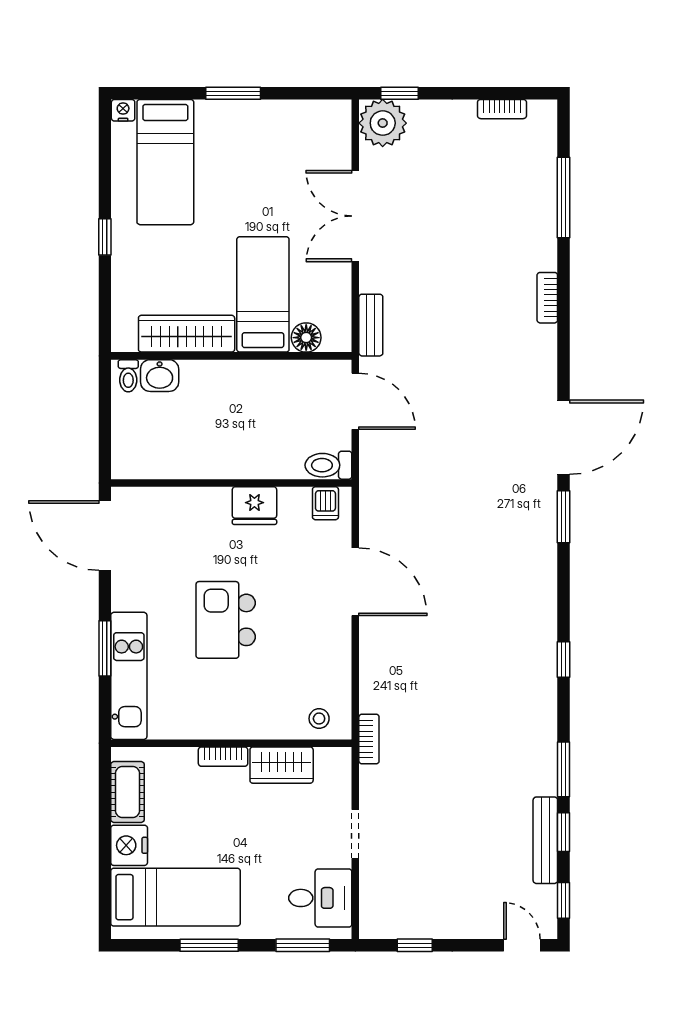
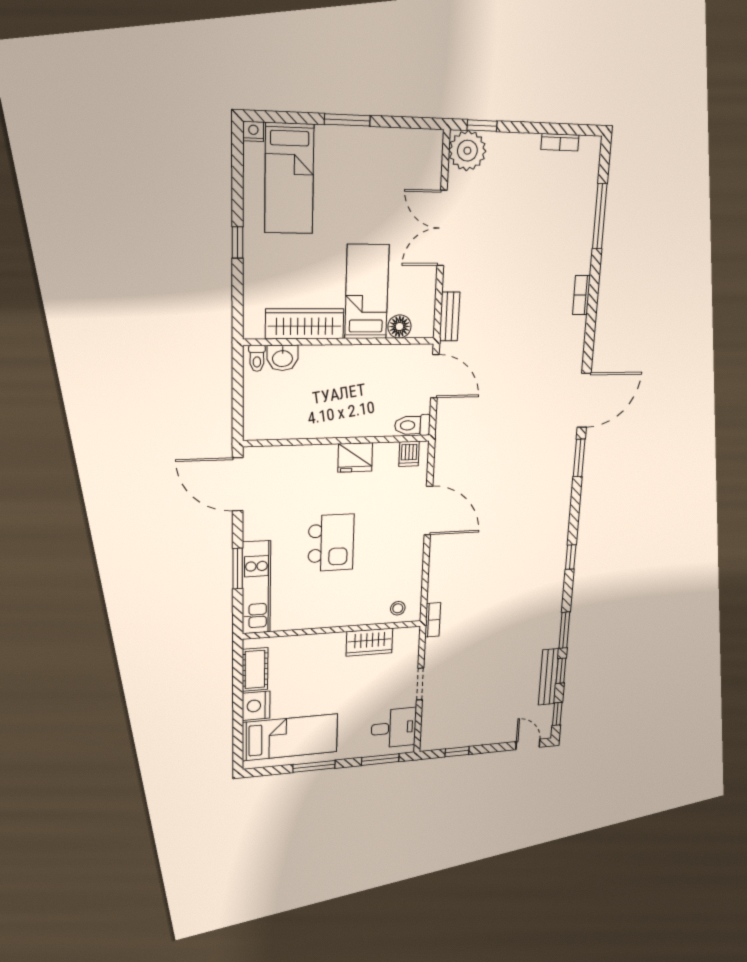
kitchen island: (226, 620) -> (331, 543), turned 180
bookcase: (223, 757) -> (327, 640), removed

